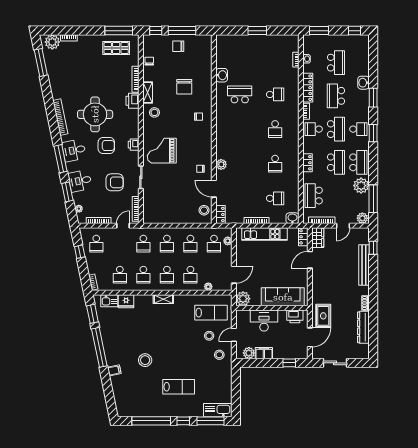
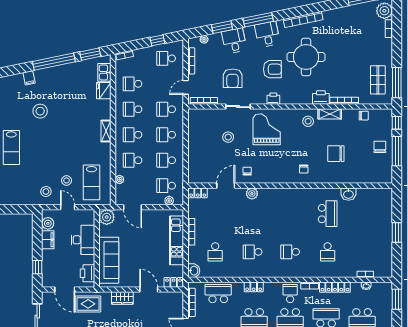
armchair: (106, 146) -> (272, 69), turned -90
stool: (204, 210) -> (228, 137), moved
door: (123, 226) -> (186, 87), swing flipped
wardrobe: (318, 238) -> (122, 298), moved

